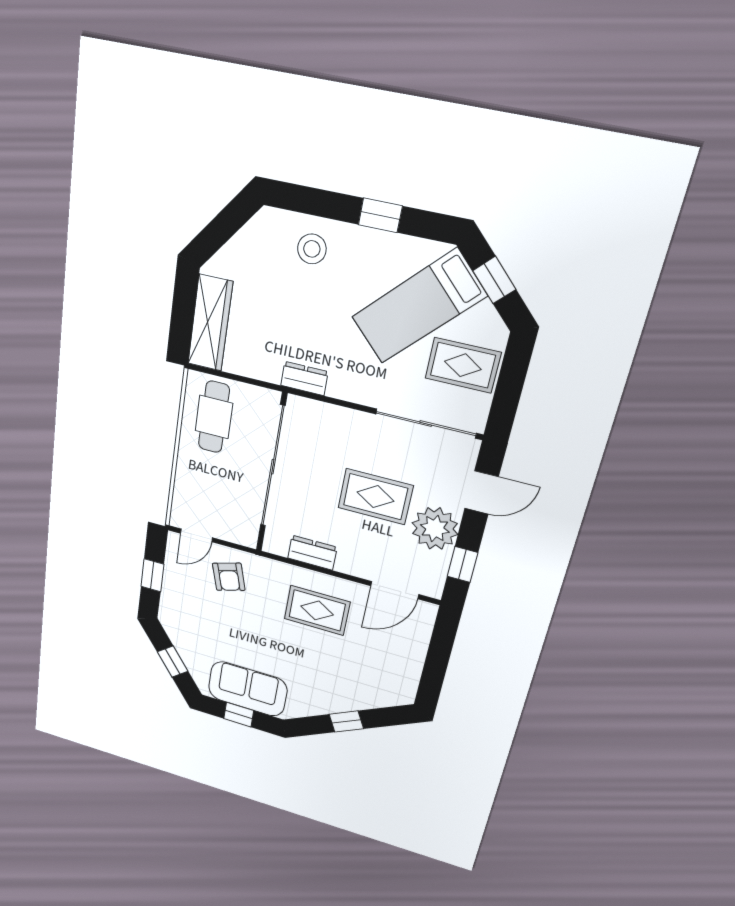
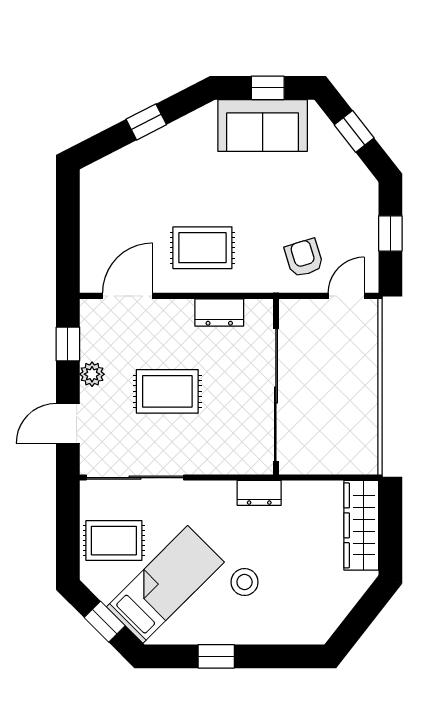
stool: (312, 249) -> (245, 582), moved
cafe table: (214, 417) -> (345, 432), removed
plant: (435, 529) -> (92, 374), width x0.53, depth x0.53

